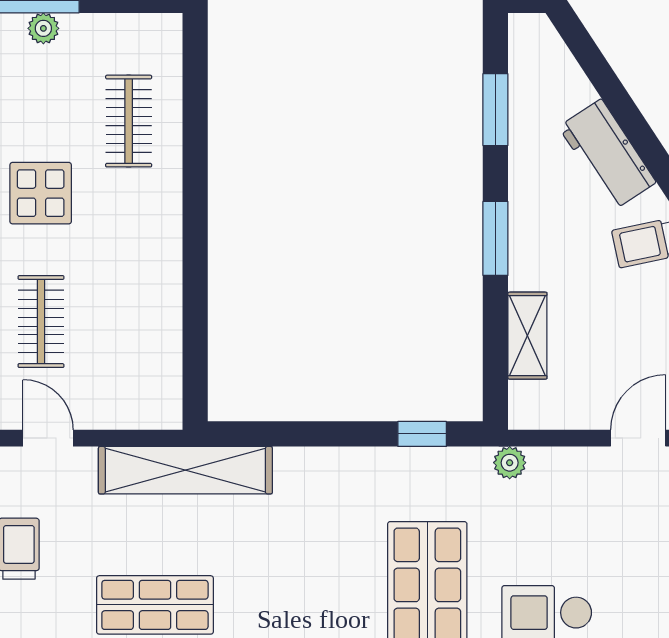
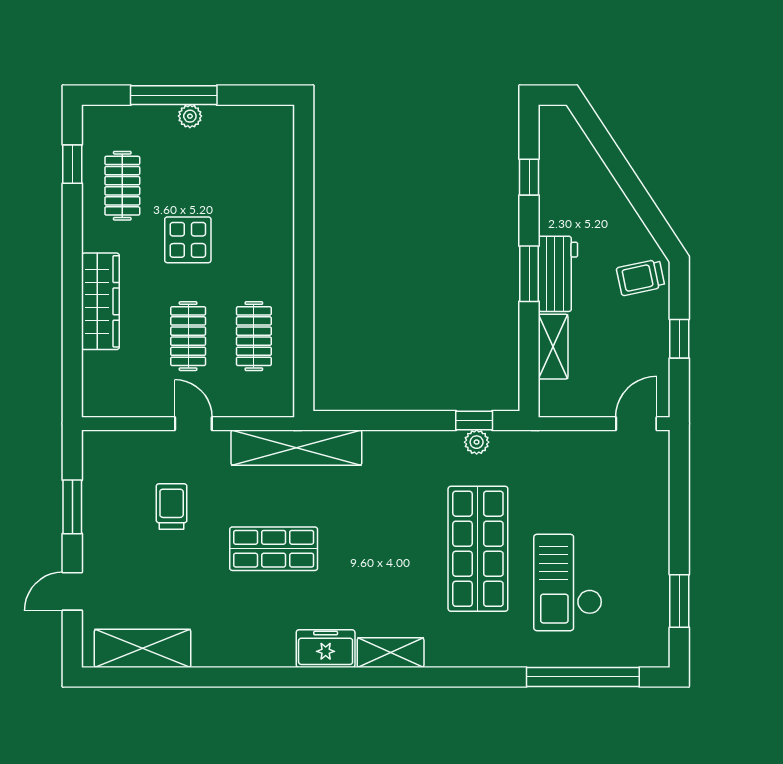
window: (495, 110) -> (529, 177), width x0.67
clothes rail: (129, 121) -> (254, 336), moved
workbench: (607, 155) -> (558, 274), moved, turned -147
plant: (510, 463) -> (477, 442), moved

